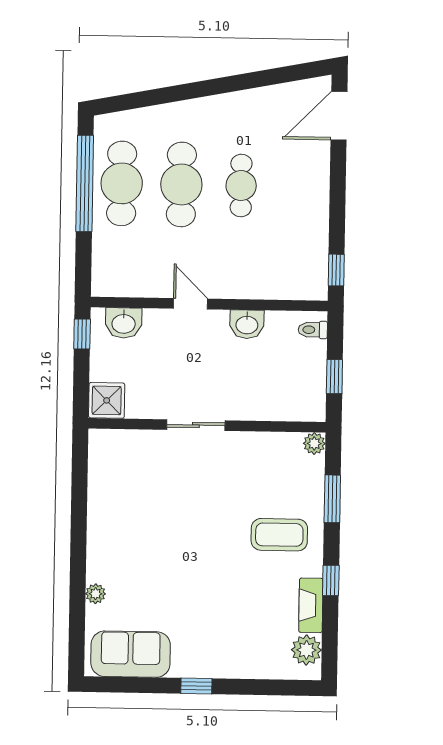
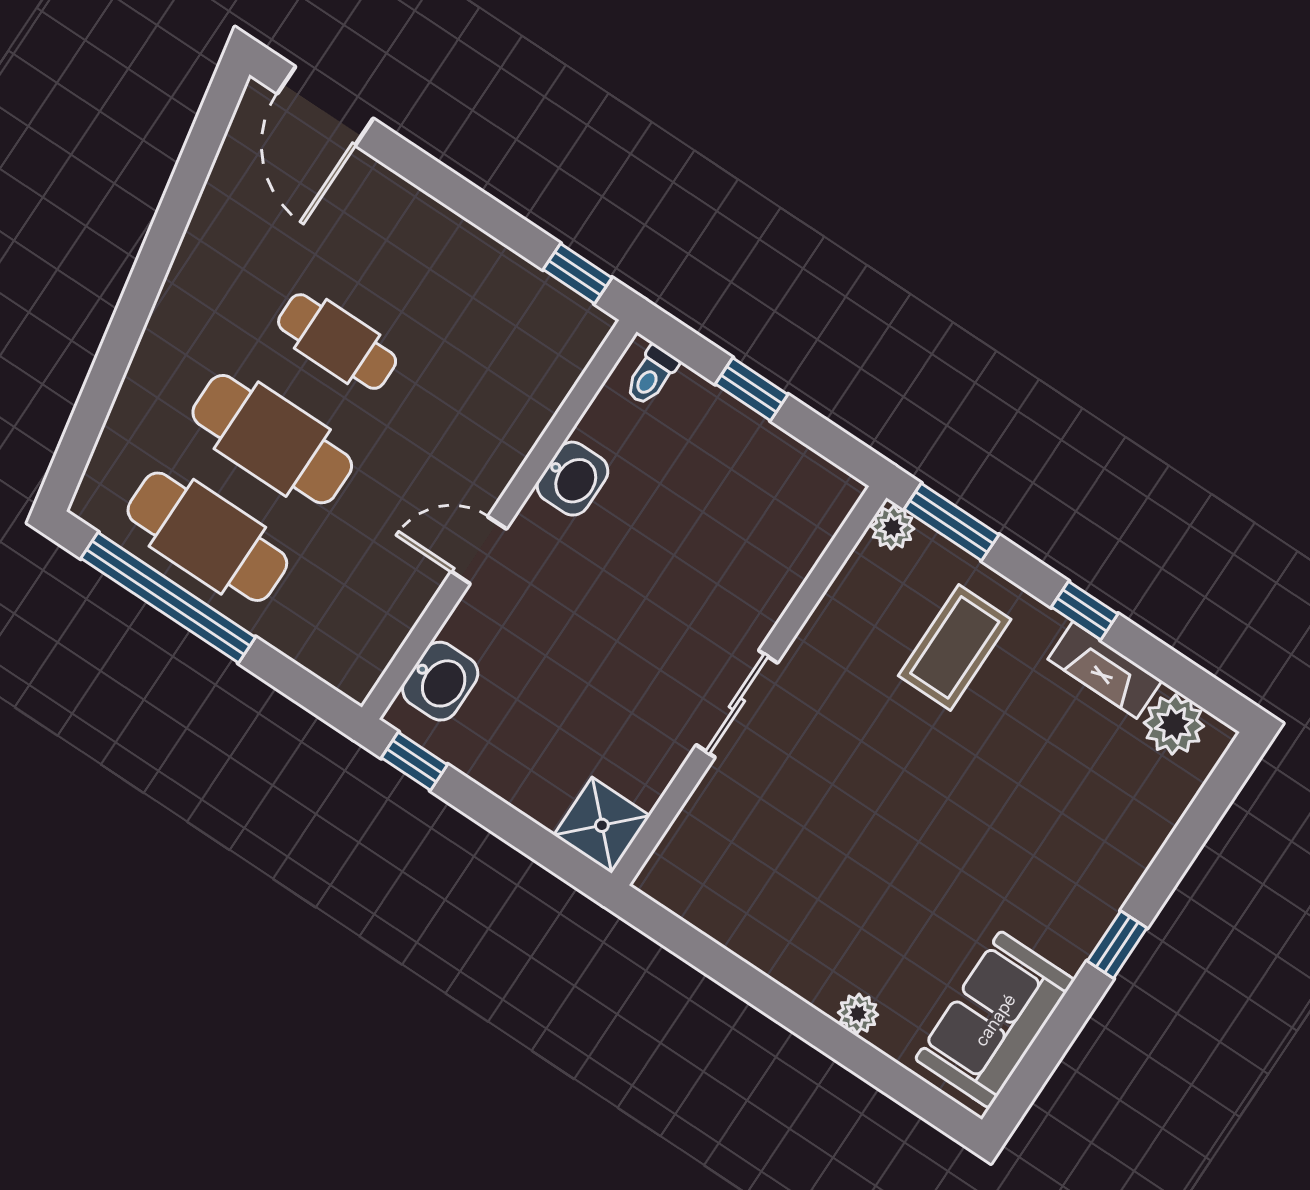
shower: (107, 400) -> (602, 825), moved
sliding door: (196, 425) -> (737, 704), moved
wall: (207, 425) -> (749, 686), moved
plant: (314, 443) -> (893, 528), moved

